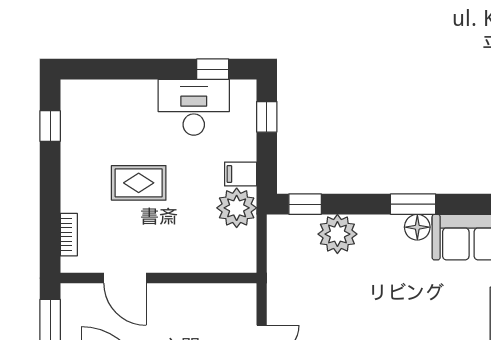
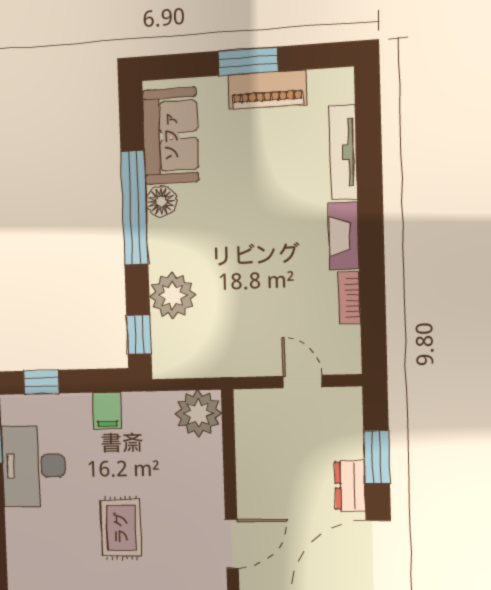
window: (413, 204) -> (134, 208), width x2.11
plant: (237, 208) -> (198, 413), moved

